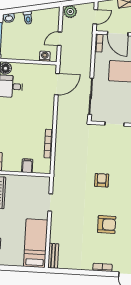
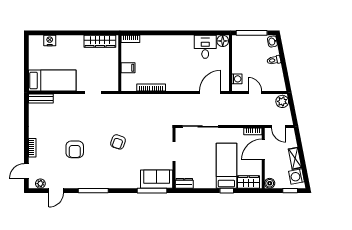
door: (57, 84) -> (210, 93), swing flipped
armchair: (102, 180) -> (118, 142), turned 109

